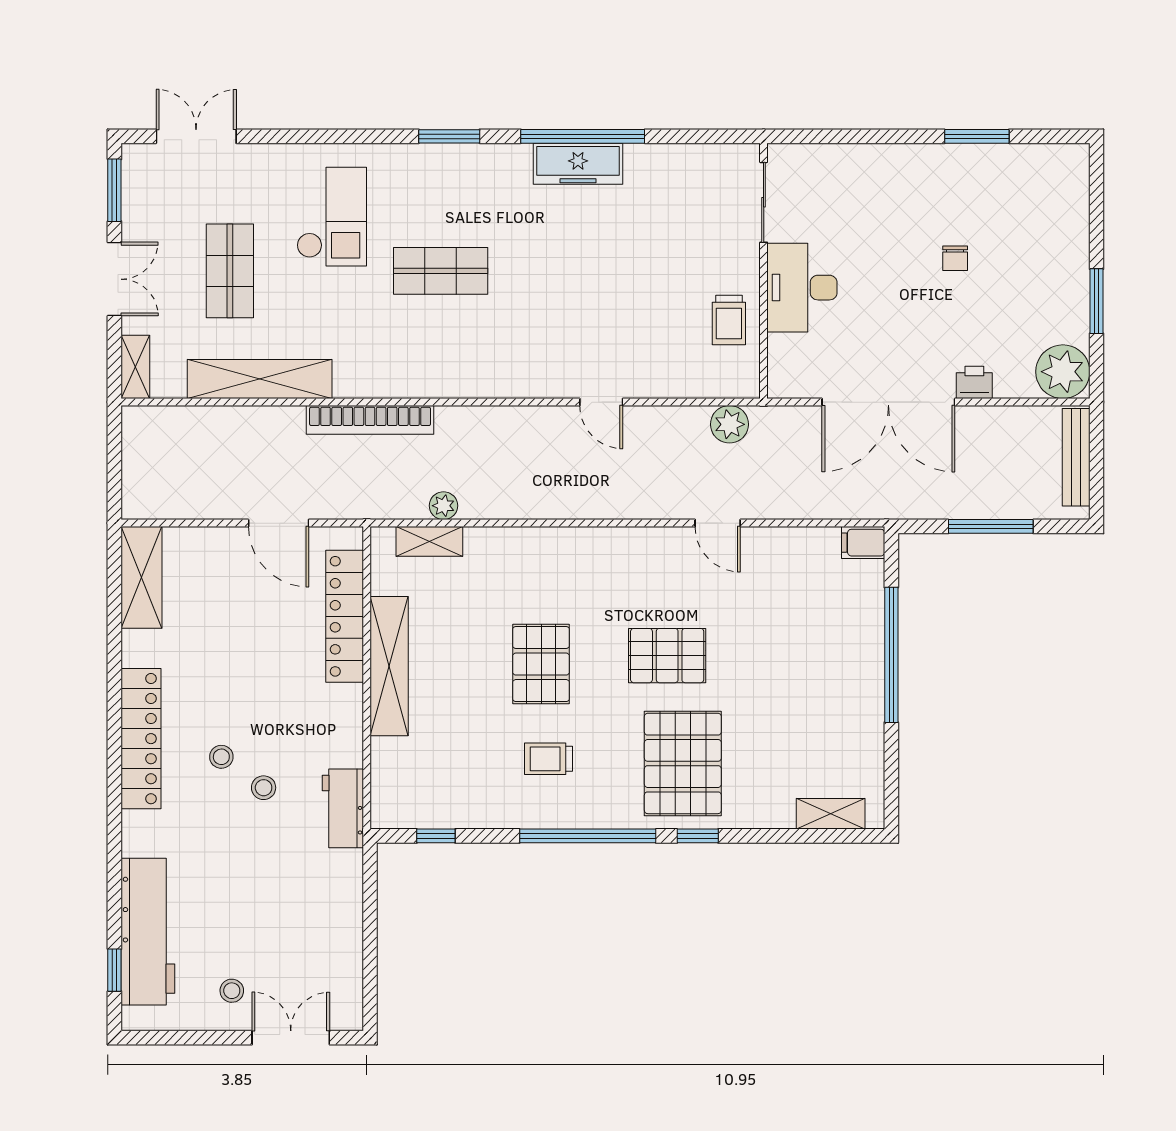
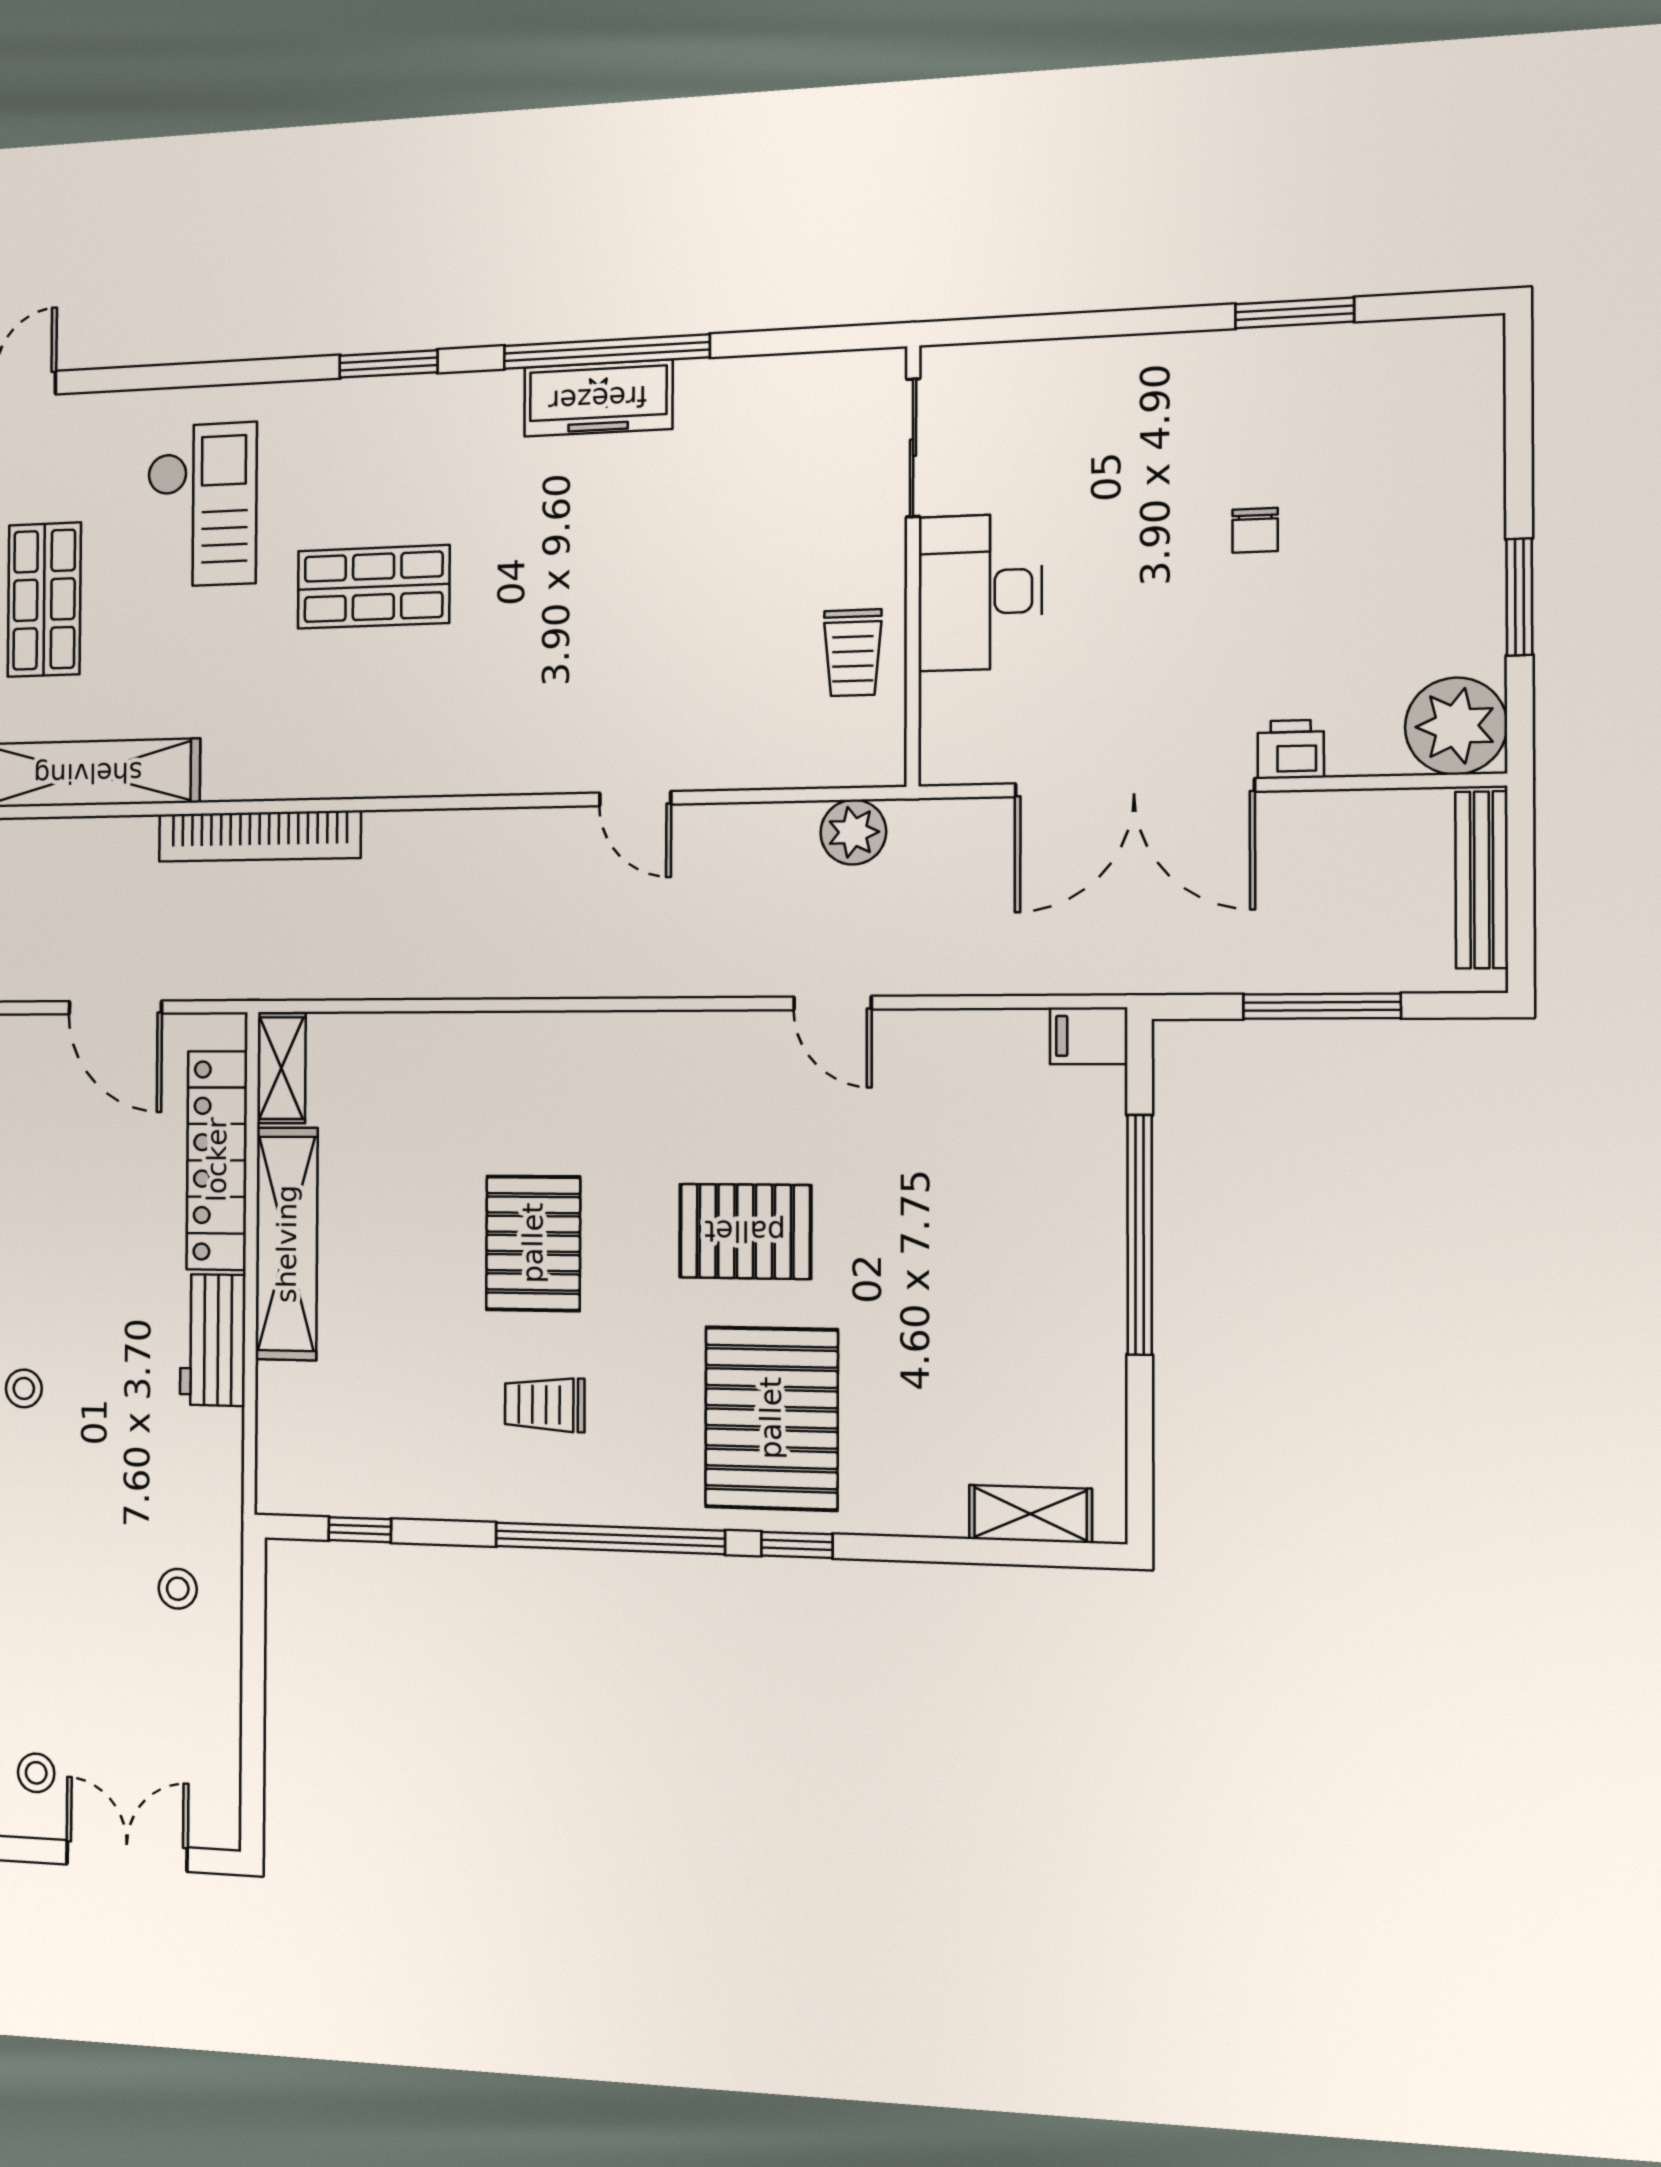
plant: (443, 506) -> (375, 977), removed
shelving: (429, 541) -> (281, 1068), moved, turned 90
stool: (264, 788) -> (178, 1589), moved
workbench: (343, 808) -> (213, 1340), moved

